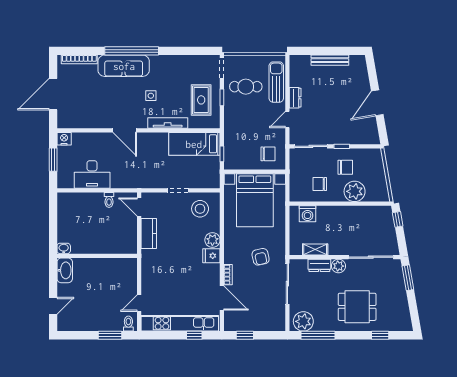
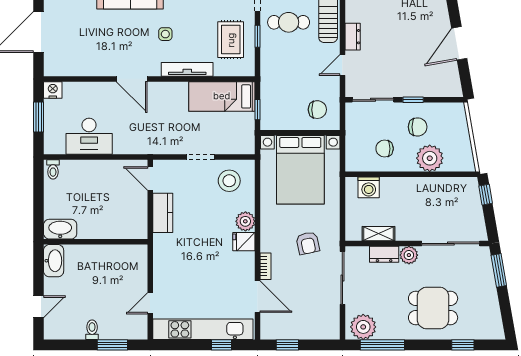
toilet: (109, 200) -> (53, 169), moved
washbasin: (64, 248) -> (60, 229), width x1.91, depth x1.45
toilet: (128, 324) -> (92, 330), moved

